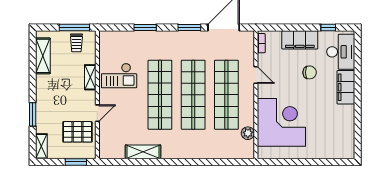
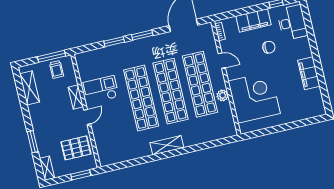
window: (189, 28) -> (142, 35), moved
checkout: (119, 76) -> (101, 90), turned 180
filing cabinet: (346, 87) -> (309, 73), moved
door: (97, 113) -> (87, 117), moved
plant: (248, 133) -> (223, 95), moved
shelving: (143, 152) -> (167, 145), moved

